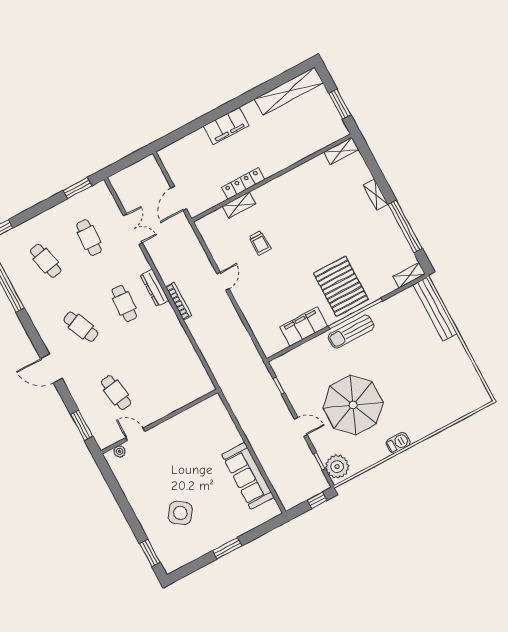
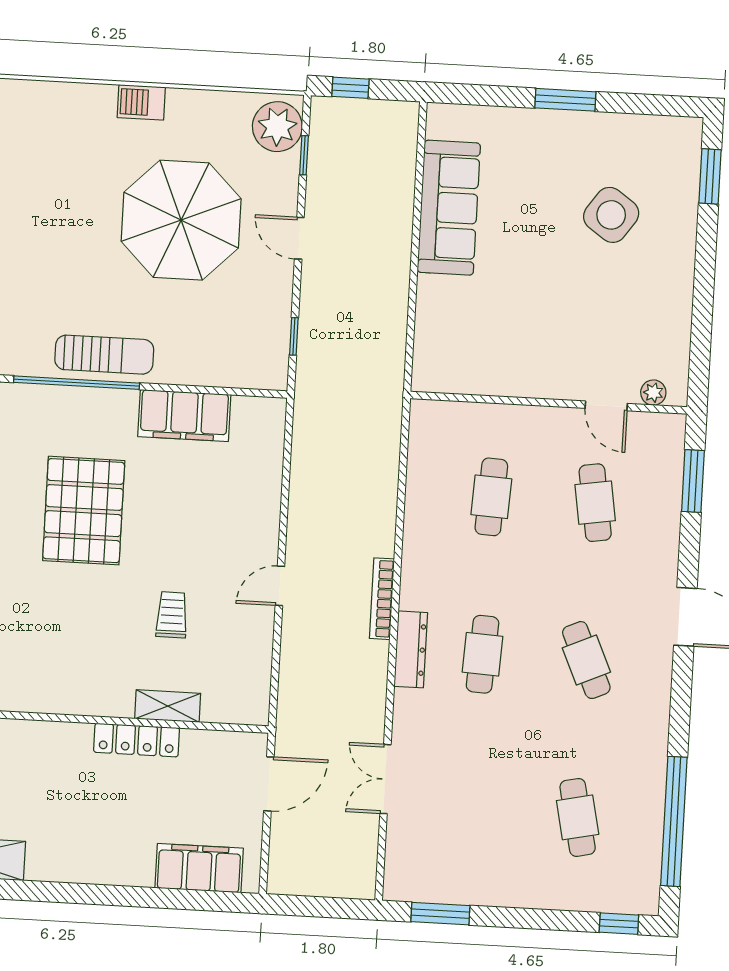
filing cabinet: (226, 126) -> (199, 868), moved
cafe table: (89, 238) -> (491, 497), moved
pallet: (341, 286) -> (84, 511), moved

